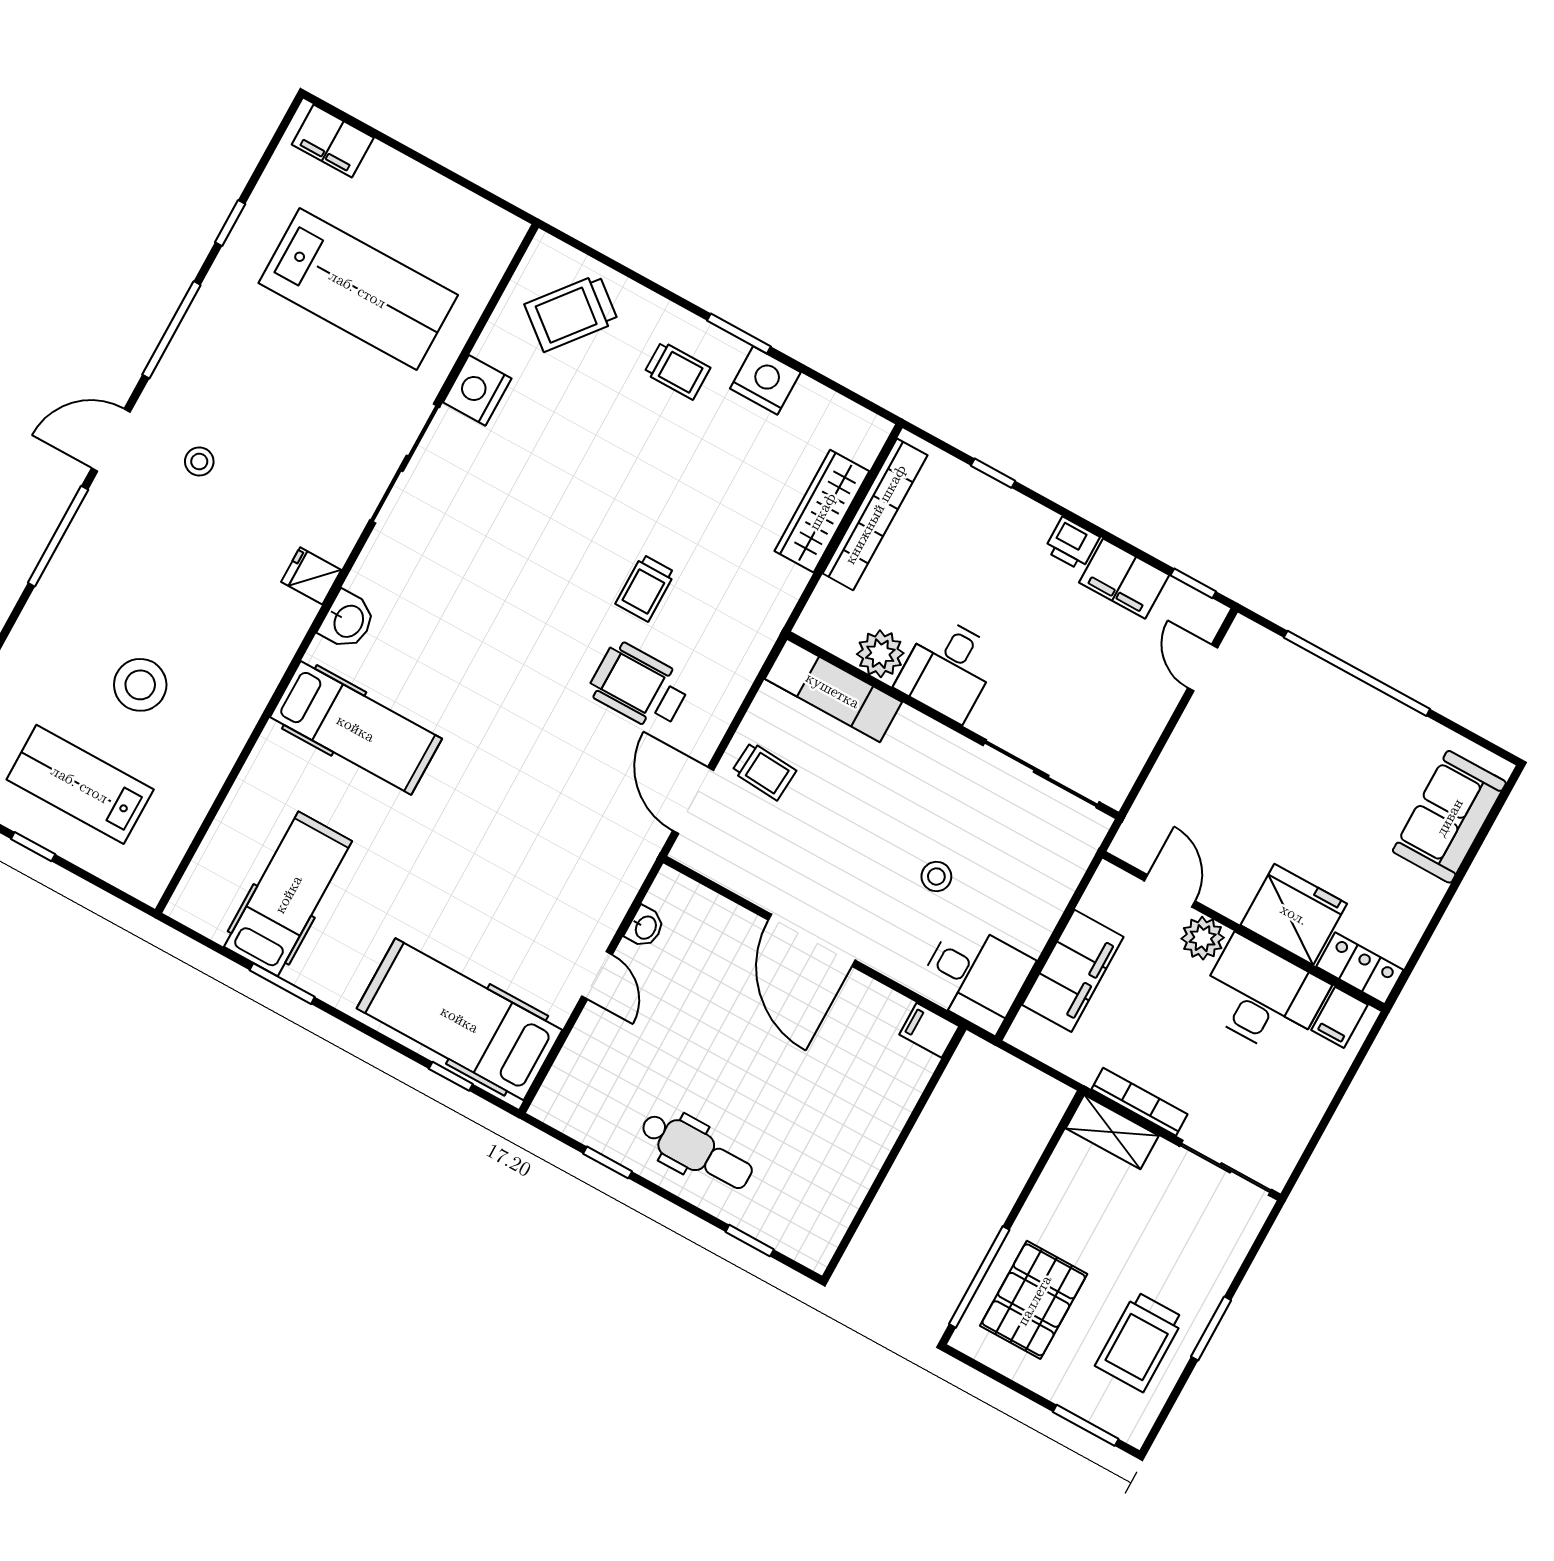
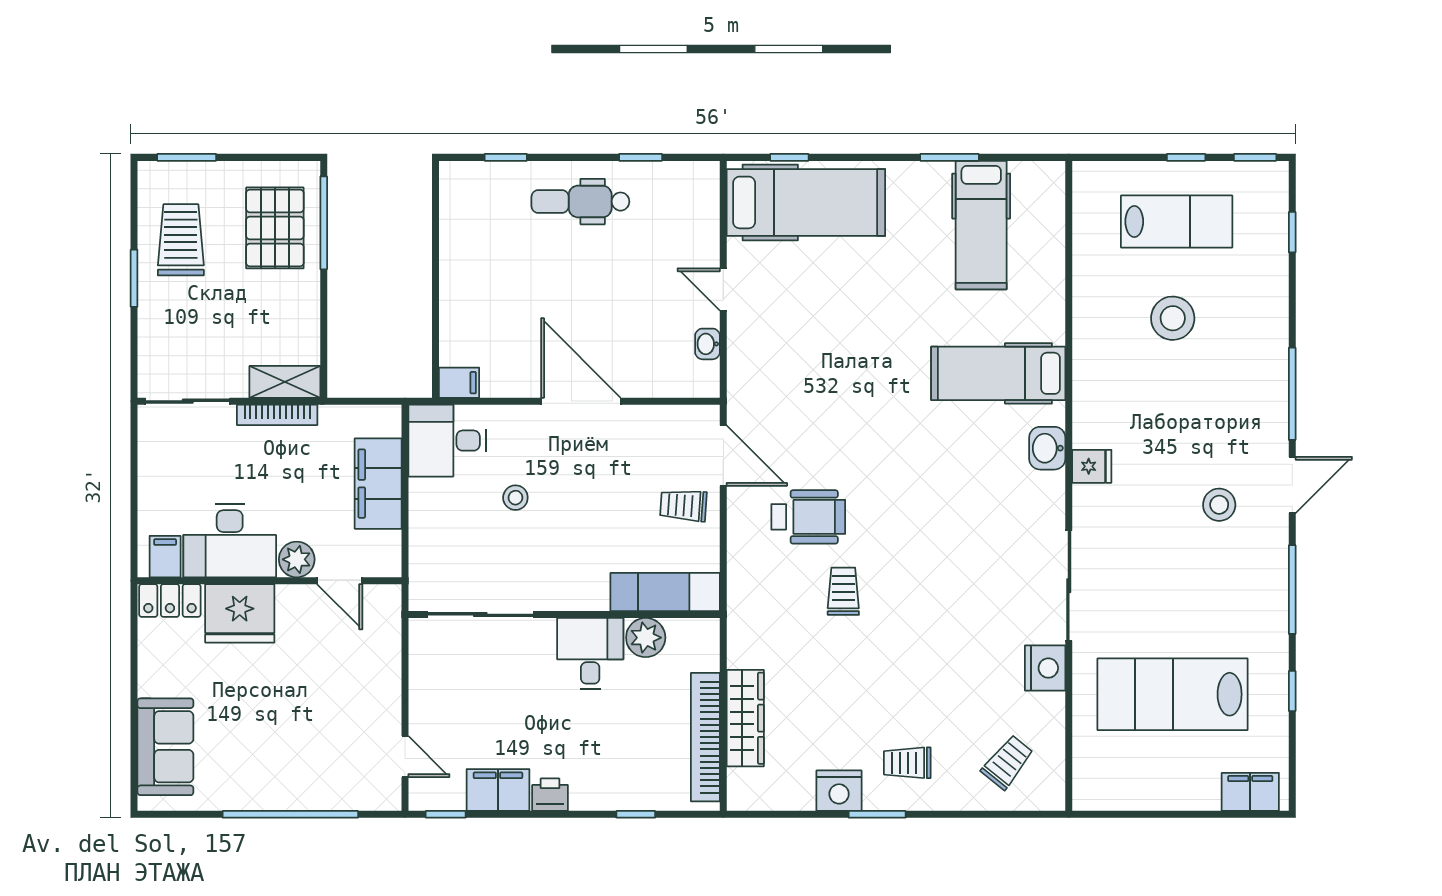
trolley: (571, 313) -> (1007, 762), width x0.73, depth x0.72
stool: (199, 462) -> (1219, 505), width x1.37, depth x1.37

